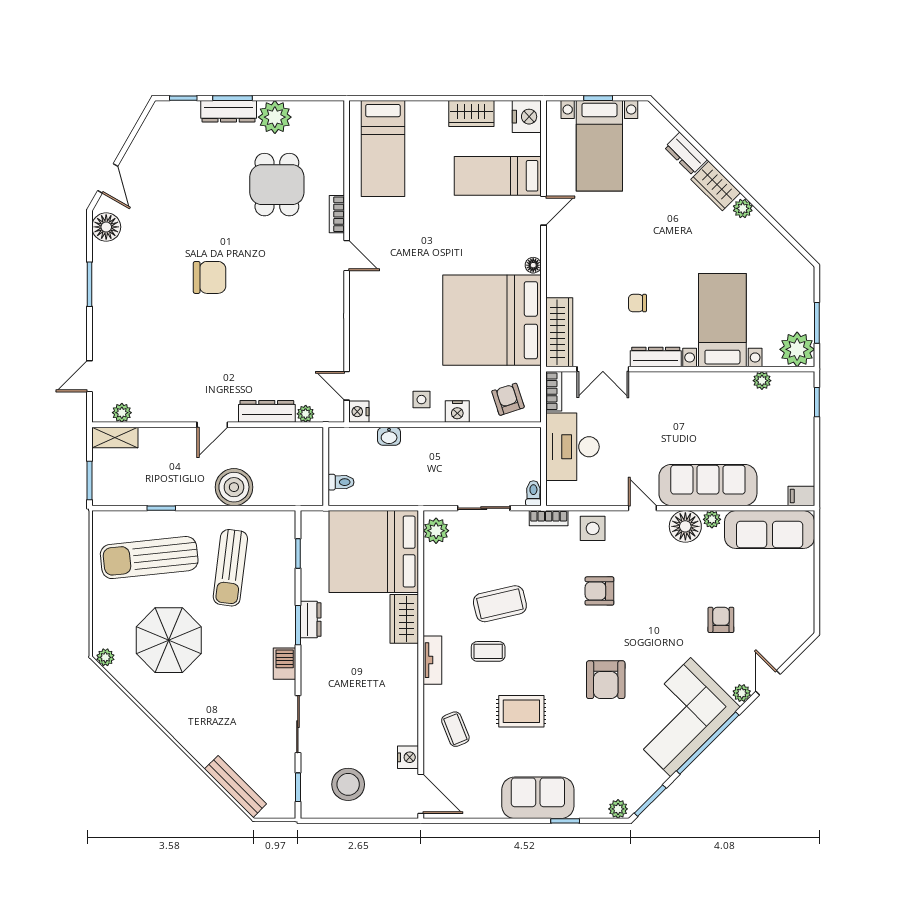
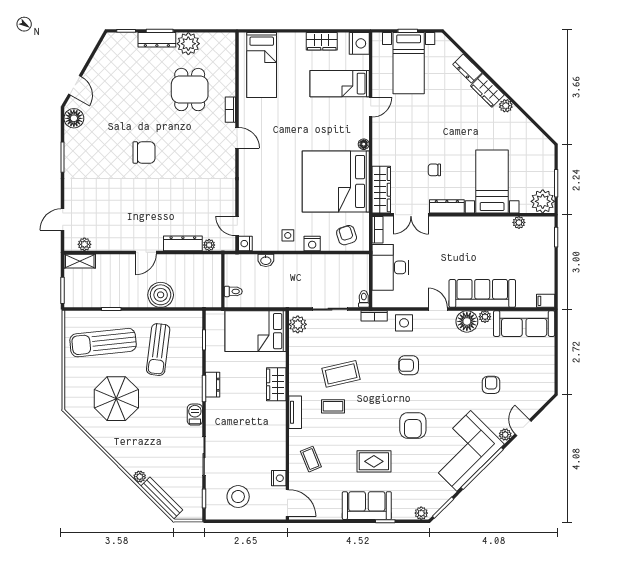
bed: (374, 552) -> (255, 331), width x0.73
plant: (105, 657) -> (140, 477), moved
rug: (521, 711) -> (374, 461), moved

